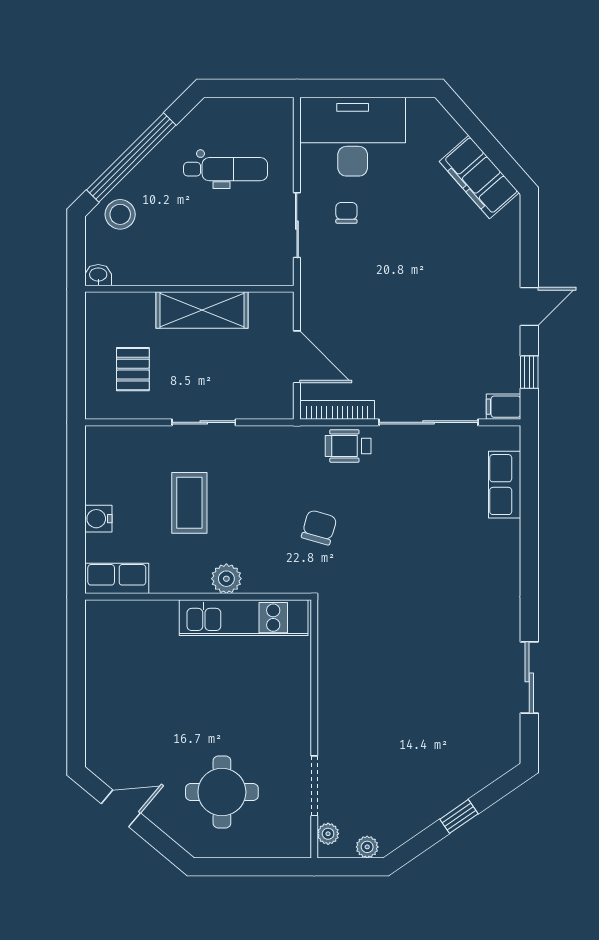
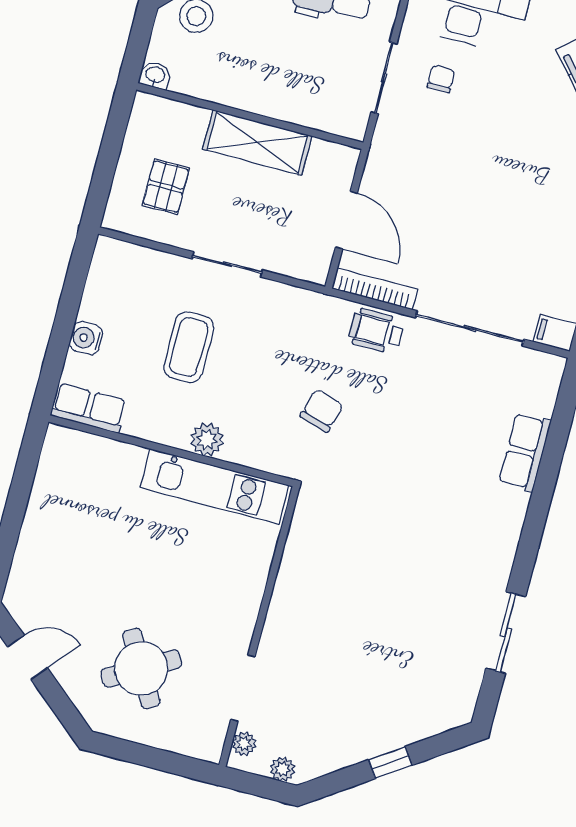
row of seats: (505, 485) -> (525, 452), moved
round table: (222, 792) -> (141, 668), turned -30

